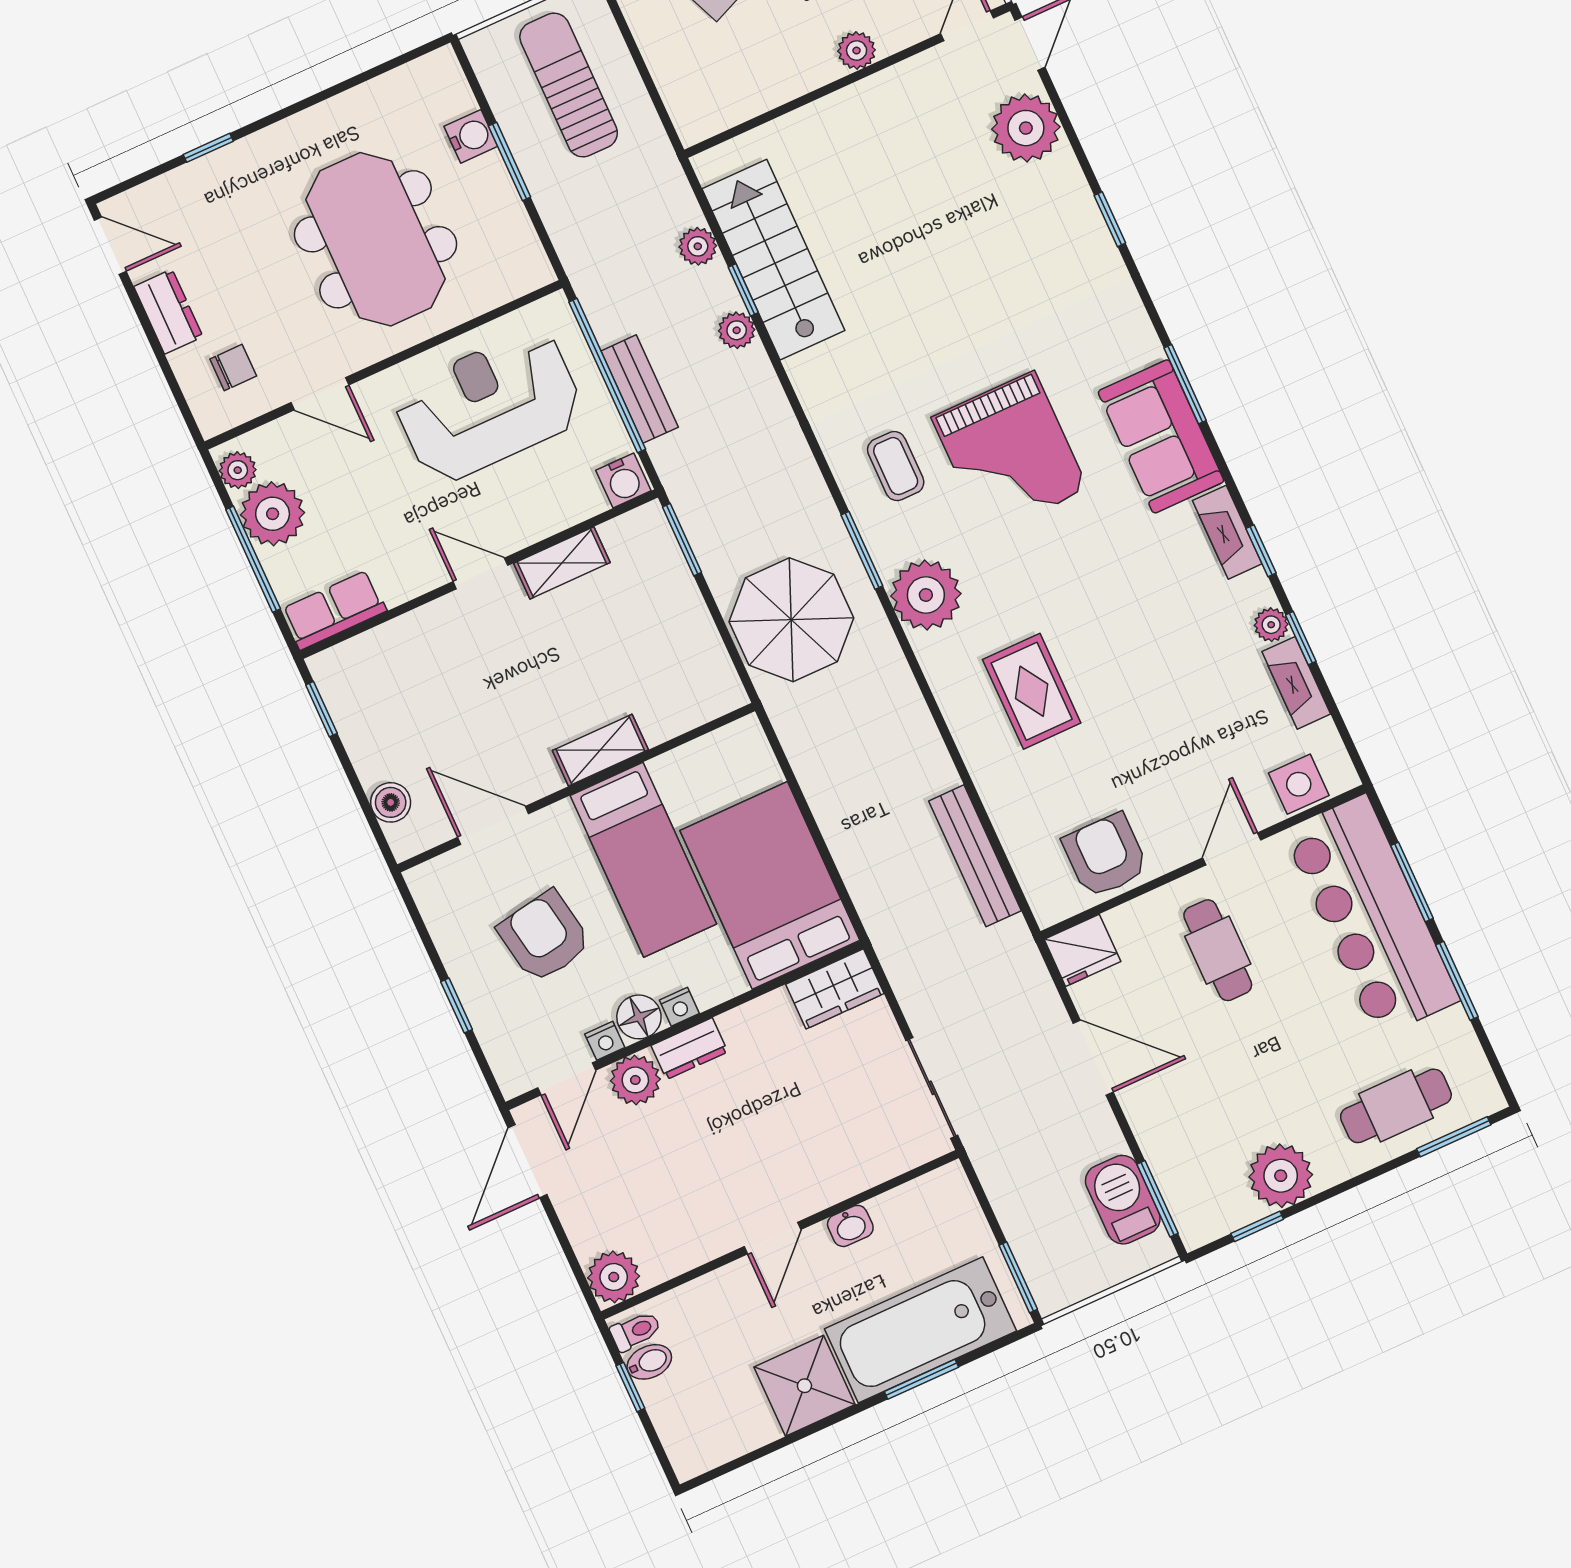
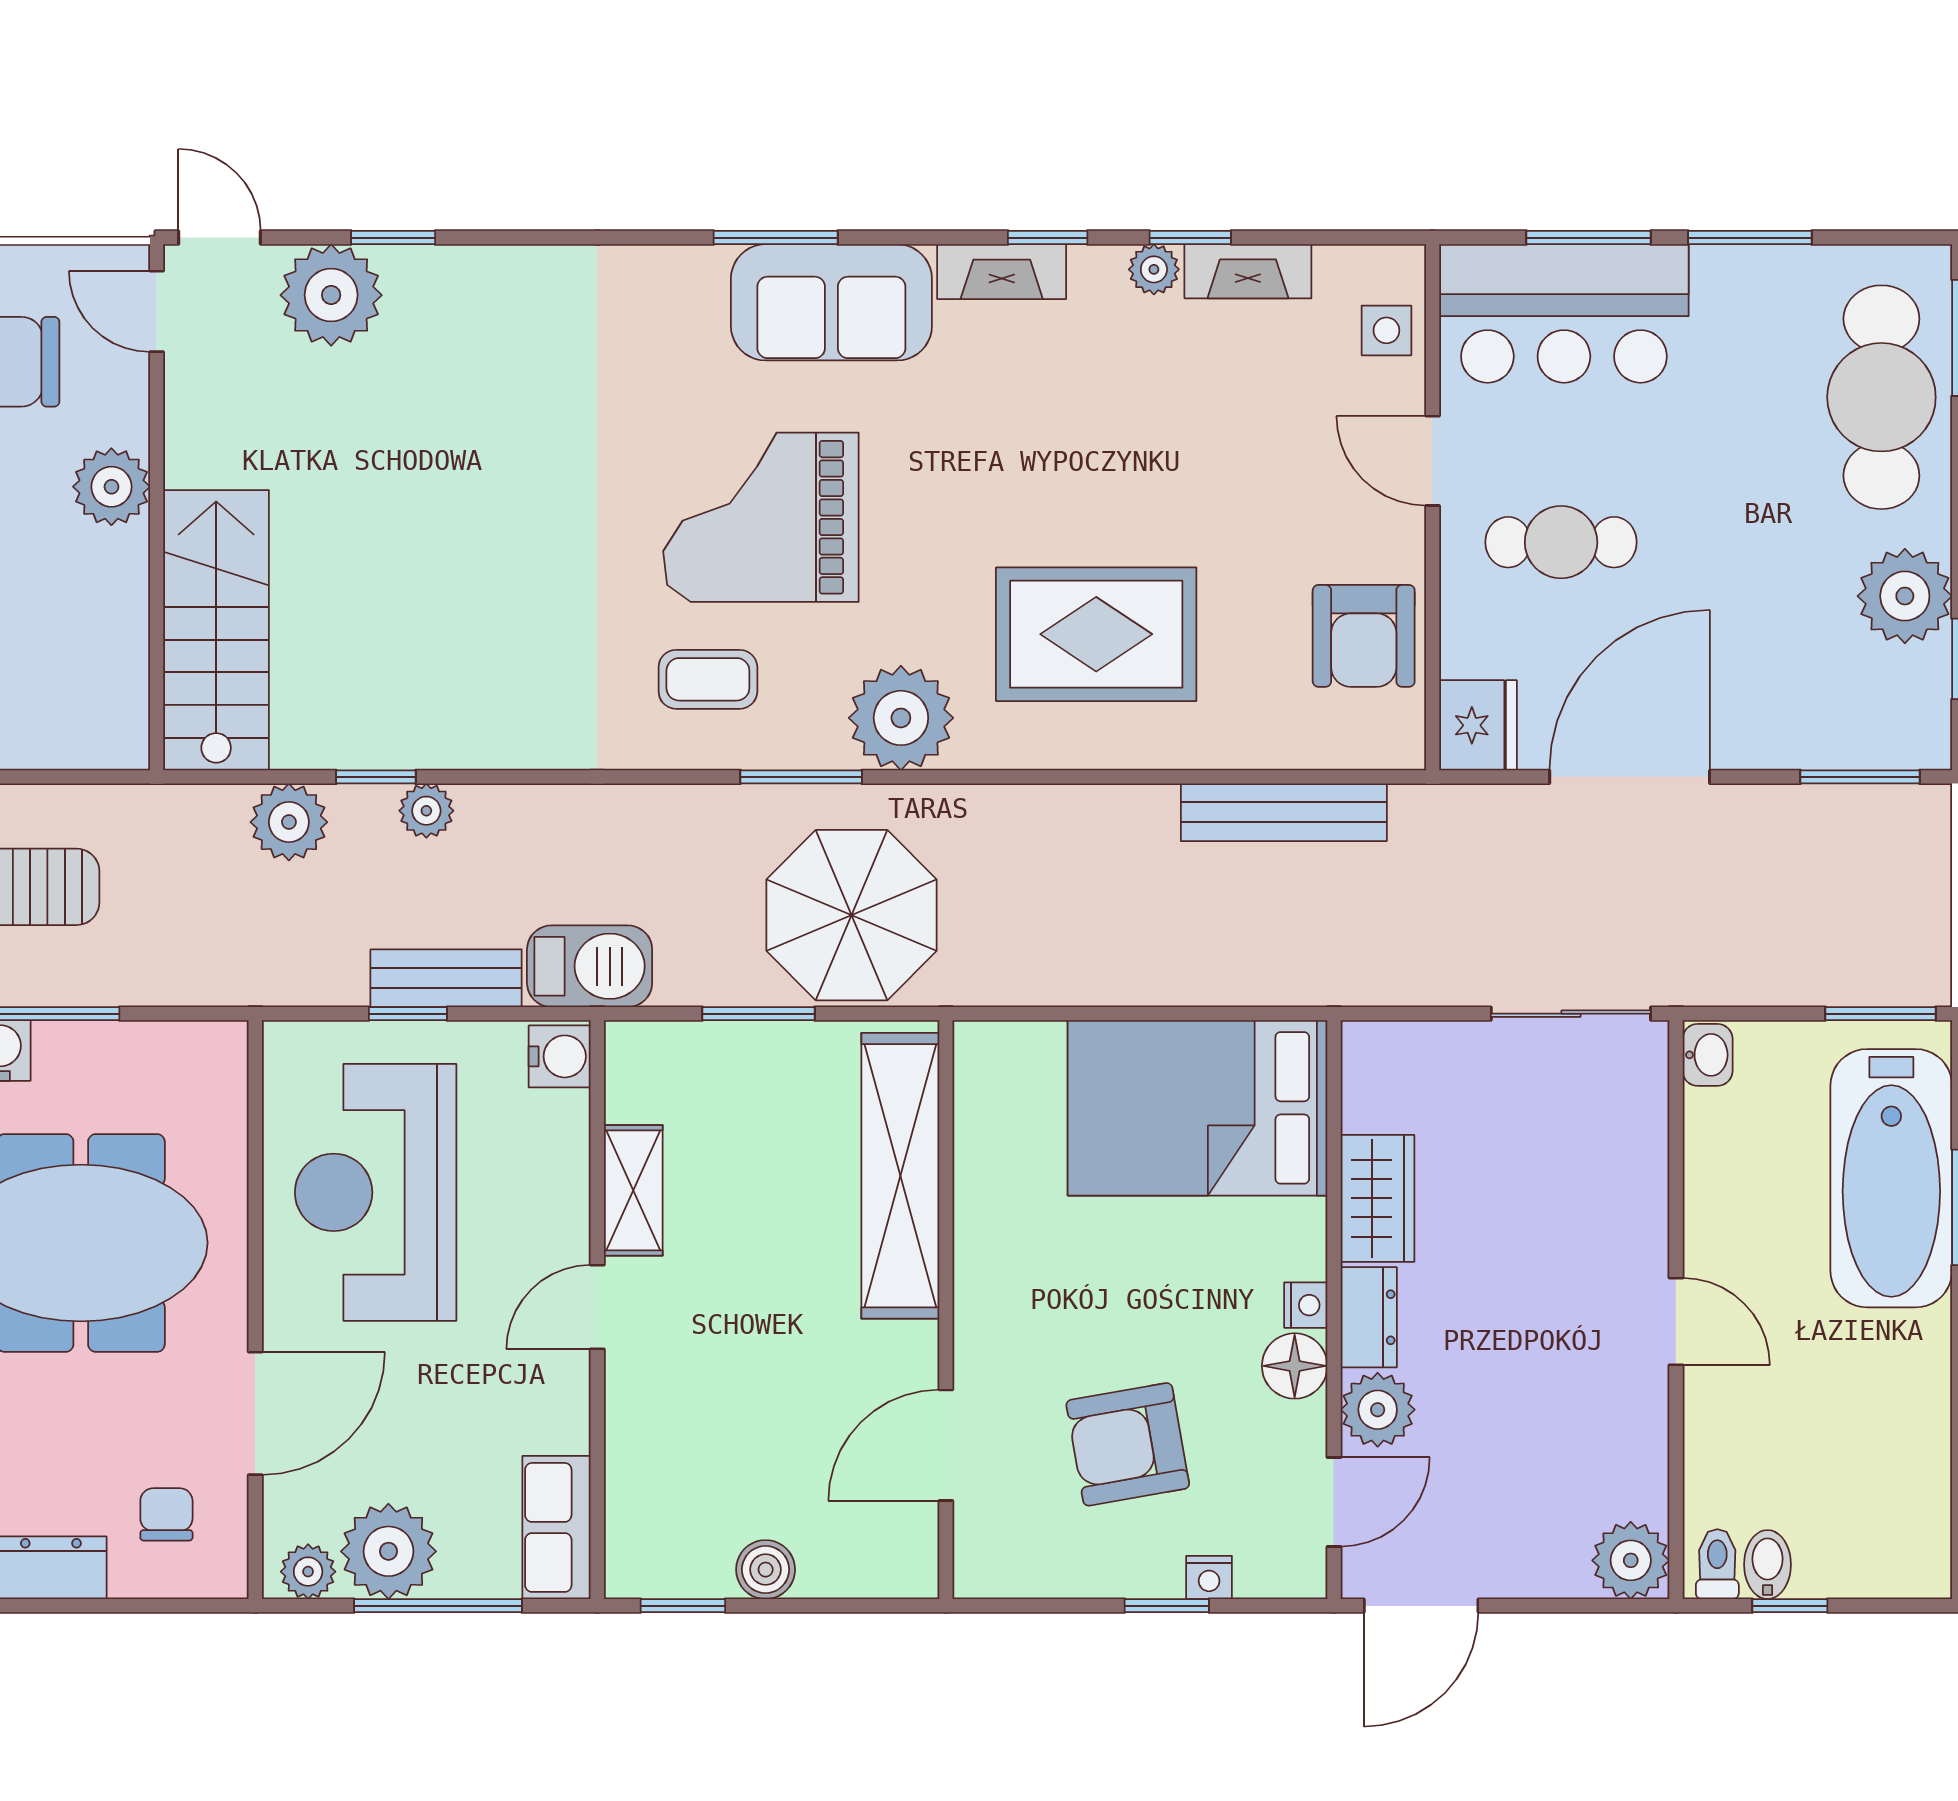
plant: (857, 51) -> (111, 487), width x1.38, depth x1.38
window: (1110, 219) -> (393, 238), moved
plant: (698, 246) -> (289, 822), width x1.38, depth x1.38
stairs: (773, 260) -> (216, 630), moved, turned 90
window: (607, 376) -> (408, 1014), width x0.32
door: (320, 394) -> (255, 1413), width x1.38
grand piano: (1010, 453) -> (761, 517), turned 180
window: (682, 540) -> (758, 1014), moved
rug: (1032, 691) -> (1096, 634), width x1.36, depth x1.43
shelving: (600, 750) -> (900, 1176), width x2.20, depth x1.33
side table: (1299, 784) -> (1386, 330), width x0.73, depth x0.73
boiler: (391, 802) -> (766, 1570), moved
armchair: (1105, 855) -> (1364, 636), turned -90
bed: (643, 860) -> (1085, 1263), removed
bar counter: (1371, 916) -> (1564, 313), width x0.73
wardrobe: (835, 989) -> (1377, 1198), moved
nightstand: (605, 1041) -> (1209, 1577), moved, turned 90
door: (1093, 1058) -> (1630, 777), width x1.36
door: (567, 1079) -> (1334, 1502), hinge flipped
cafe table: (1396, 1106) -> (1881, 397), width x1.37, depth x1.35
door: (527, 1161) -> (1421, 1606), hinge flipped
barbecue: (1123, 1200) -> (590, 966), moved, turned 180
washbasin: (850, 1226) -> (1708, 1055), moved
shower: (804, 1386) -> (1895, 1369), removed

